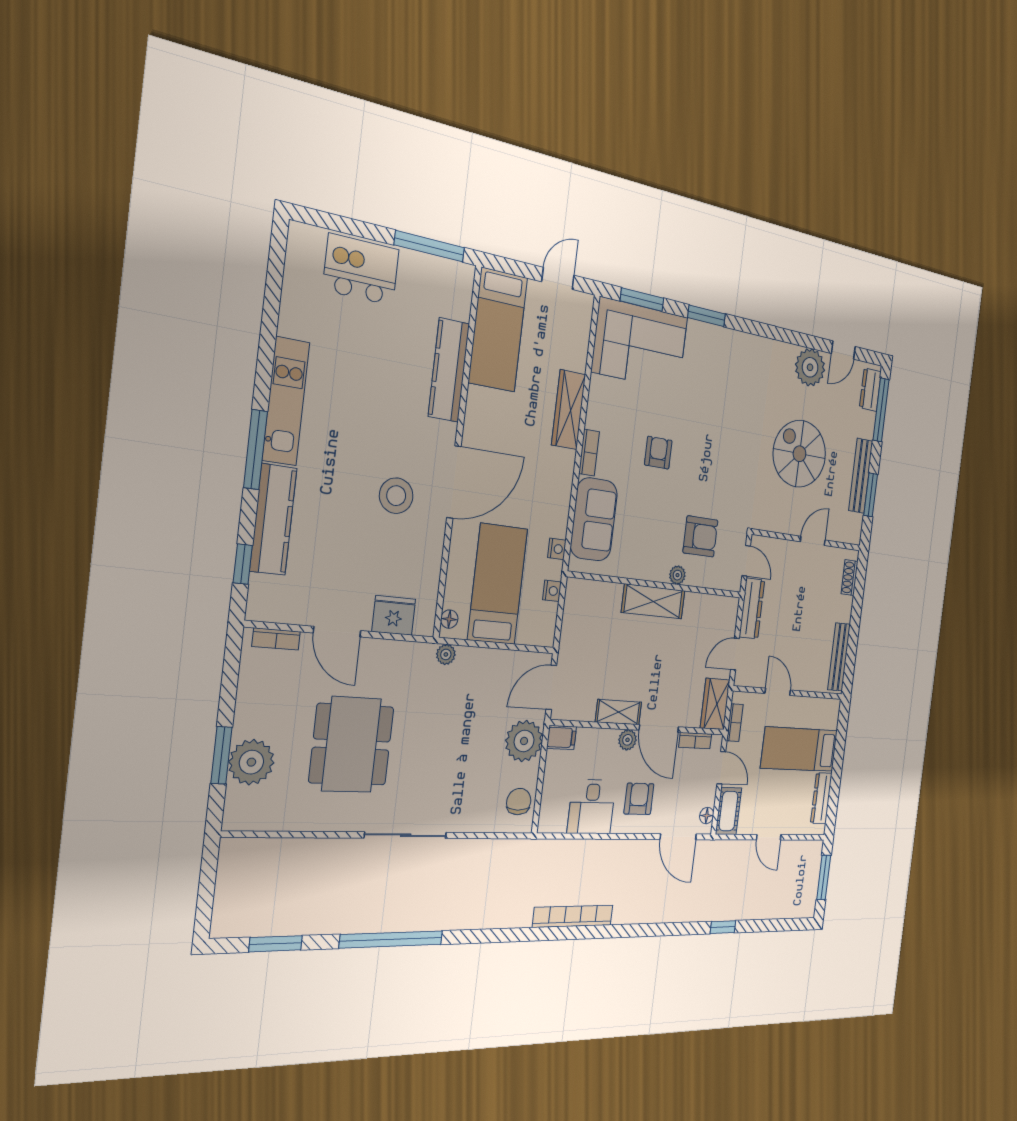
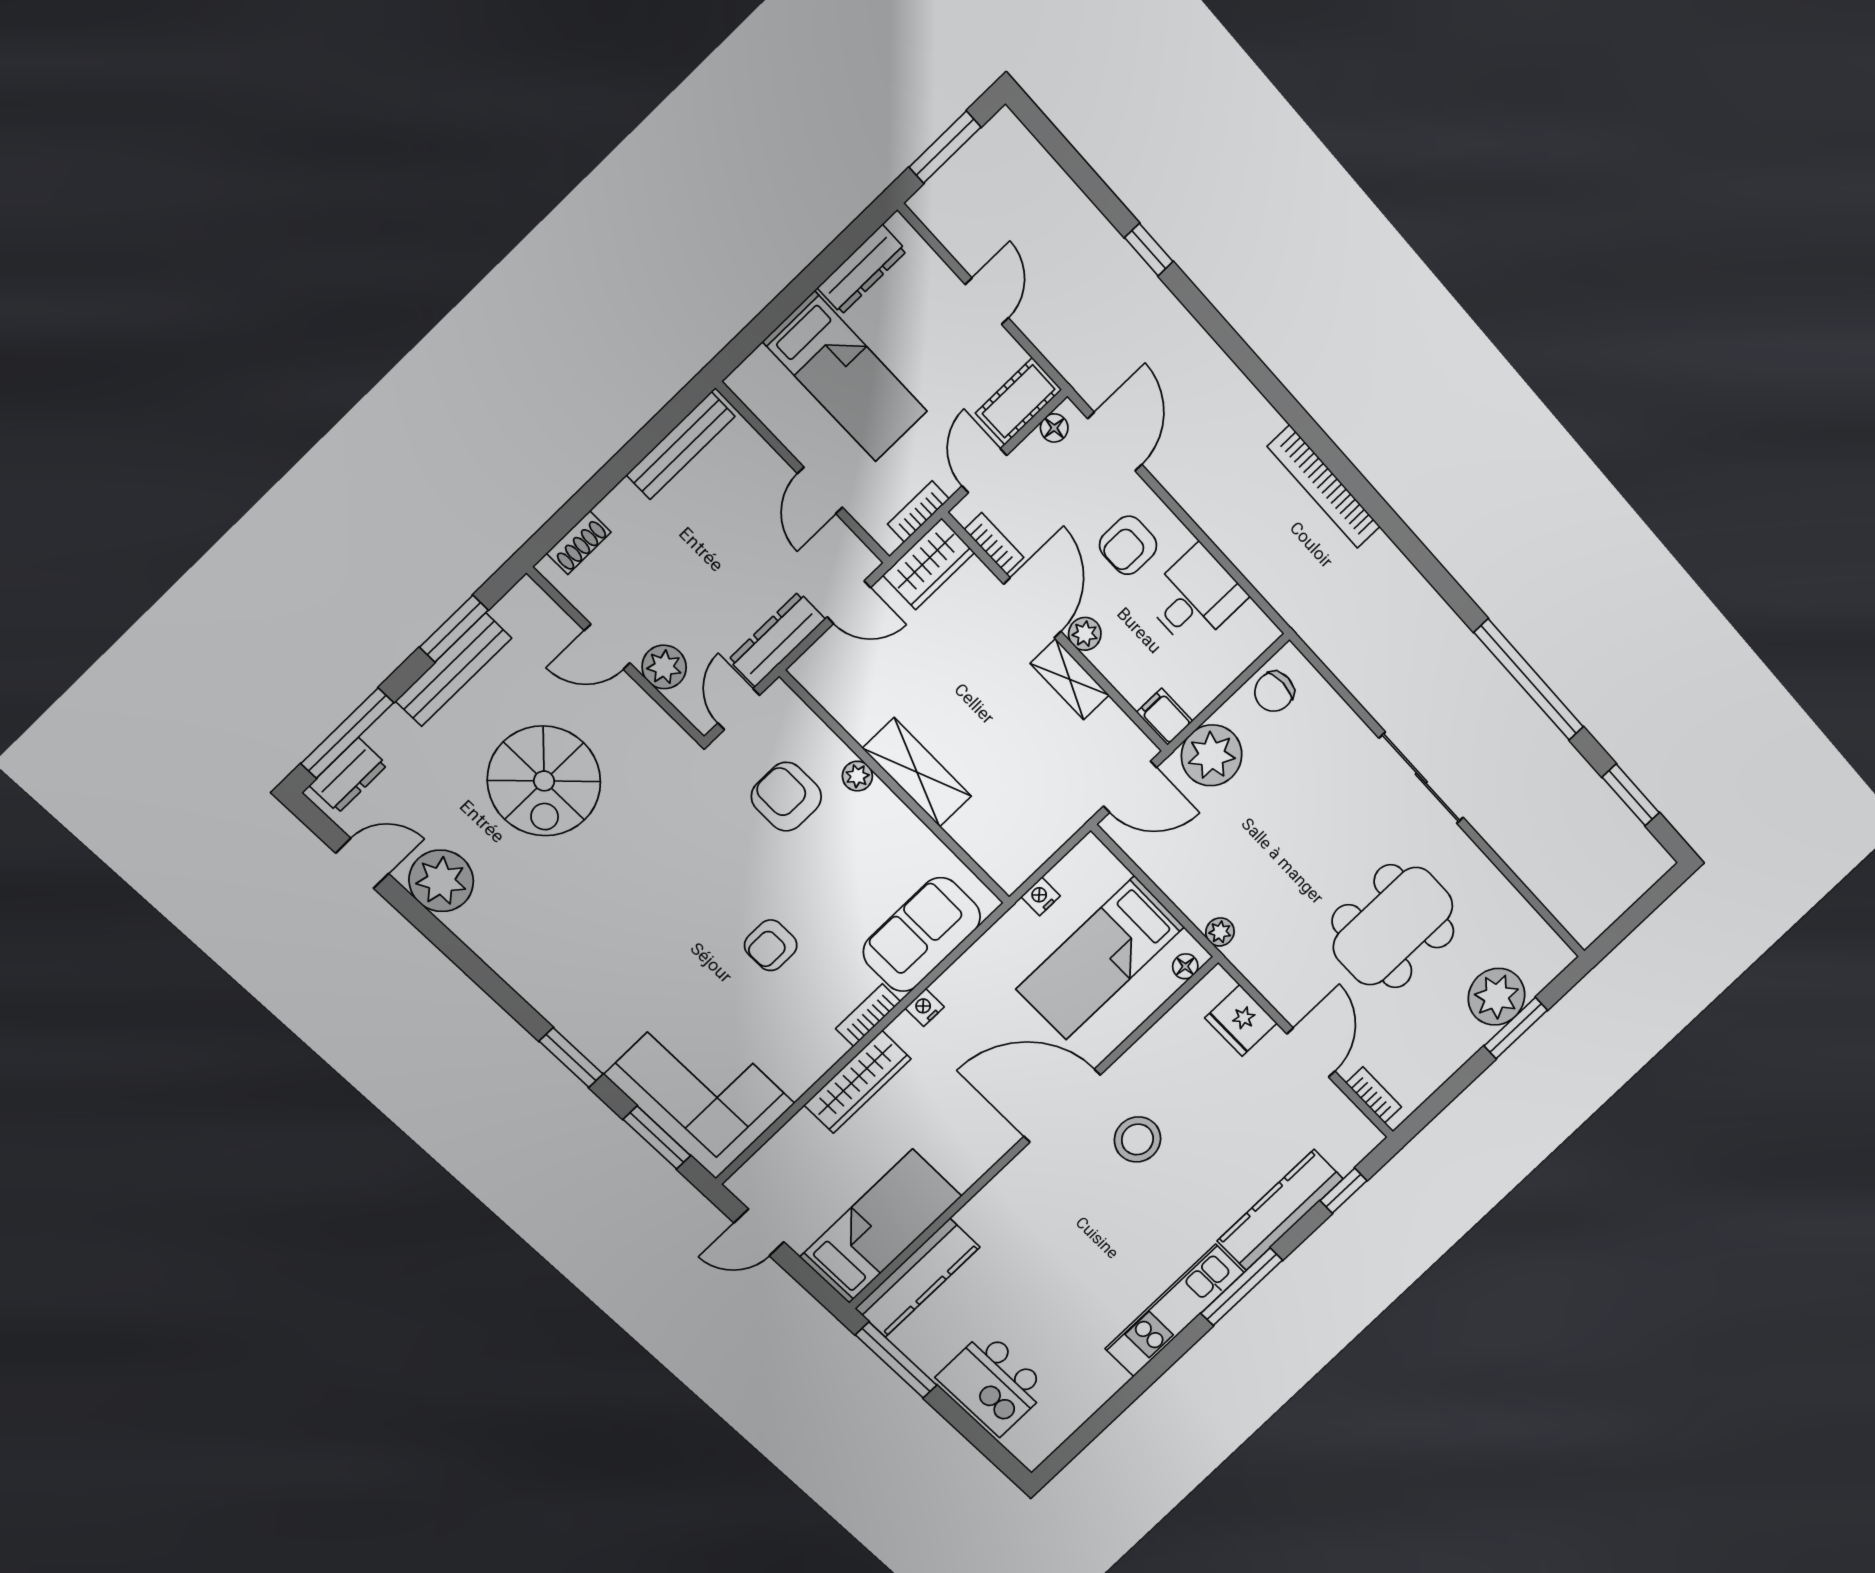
kitchen counter: (449, 370) -> (917, 1278), moved
nightstand: (557, 549) -> (925, 1007), moved
plant: (787, 552) -> (664, 667), added

